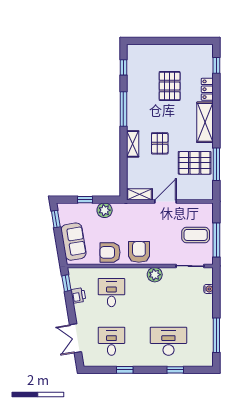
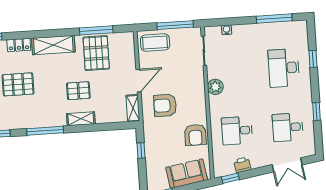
window: (85, 200) -> (141, 150), moved
door: (166, 201) -> (138, 81), swing flipped
plant: (105, 210) -> (152, 144), removed
coffee table: (196, 235) -> (155, 43), moved, turned 90
armchair: (139, 252) -> (165, 105), moved

